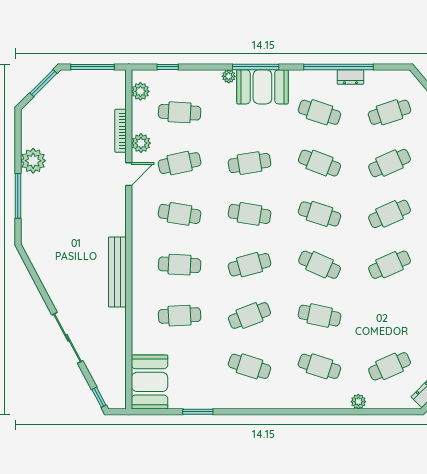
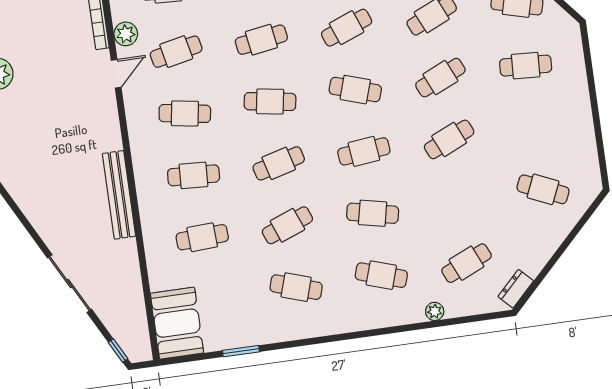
cafe table: (320, 163) -> (347, 28), turned -42
cafe table: (320, 265) -> (364, 151), turned -30

